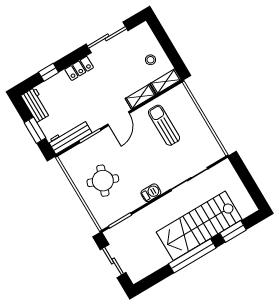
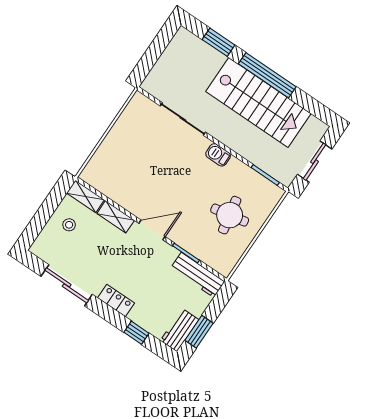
sun lounger: (164, 125) -> (135, 175), removed
window: (35, 130) -> (199, 332), moved
round table: (103, 181) -> (230, 215), turned -32
stairs: (199, 226) -> (258, 103), moved

